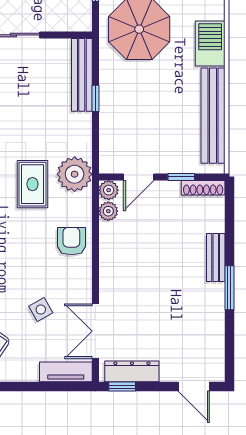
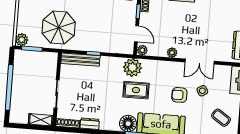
plant: (108, 211) -> (172, 53), moved
armchair: (71, 241) -> (179, 95), moved
double door: (95, 331) -> (200, 62), moved

